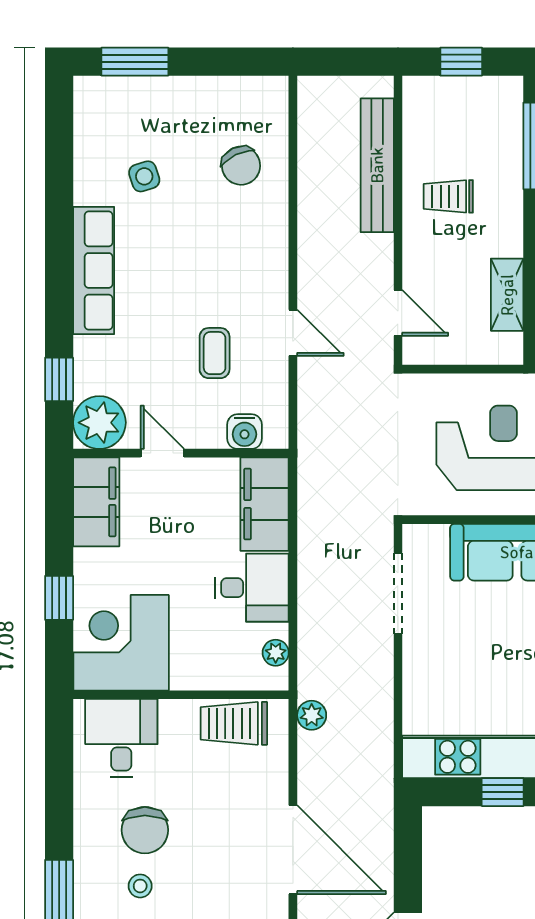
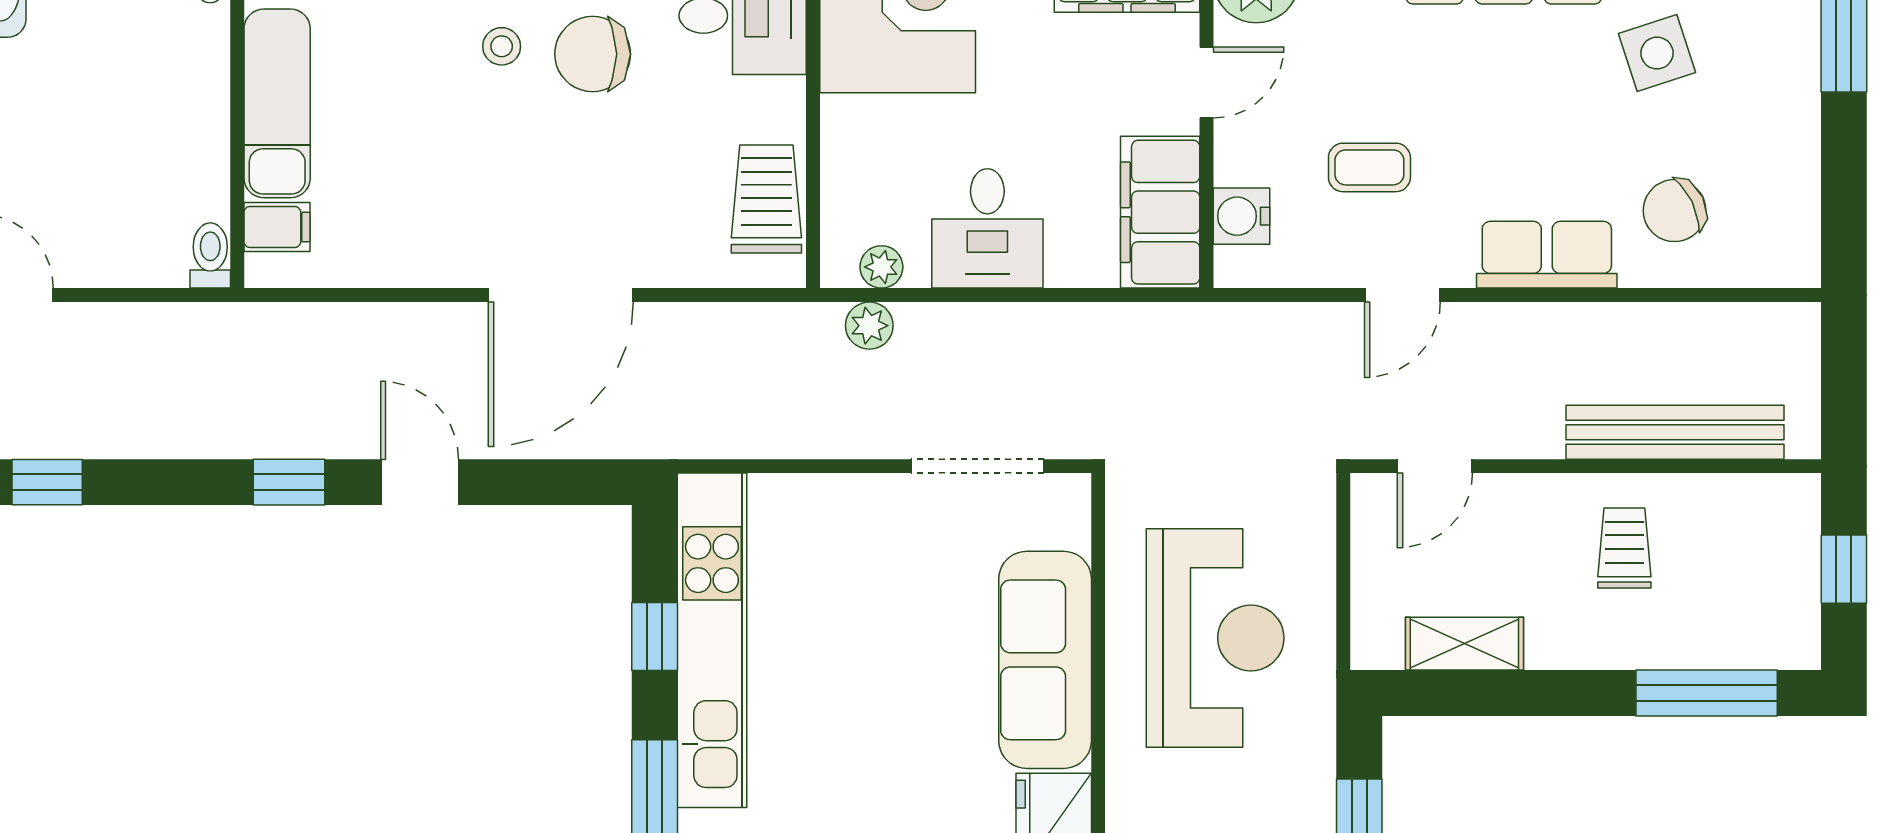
side table: (144, 176) -> (1657, 53), width x1.37, depth x1.37
row of seats: (268, 244) -> (1547, 255), added
filing cabinet: (264, 504) -> (1160, 212), moved, turned -90
plant: (312, 715) -> (869, 326), moved

